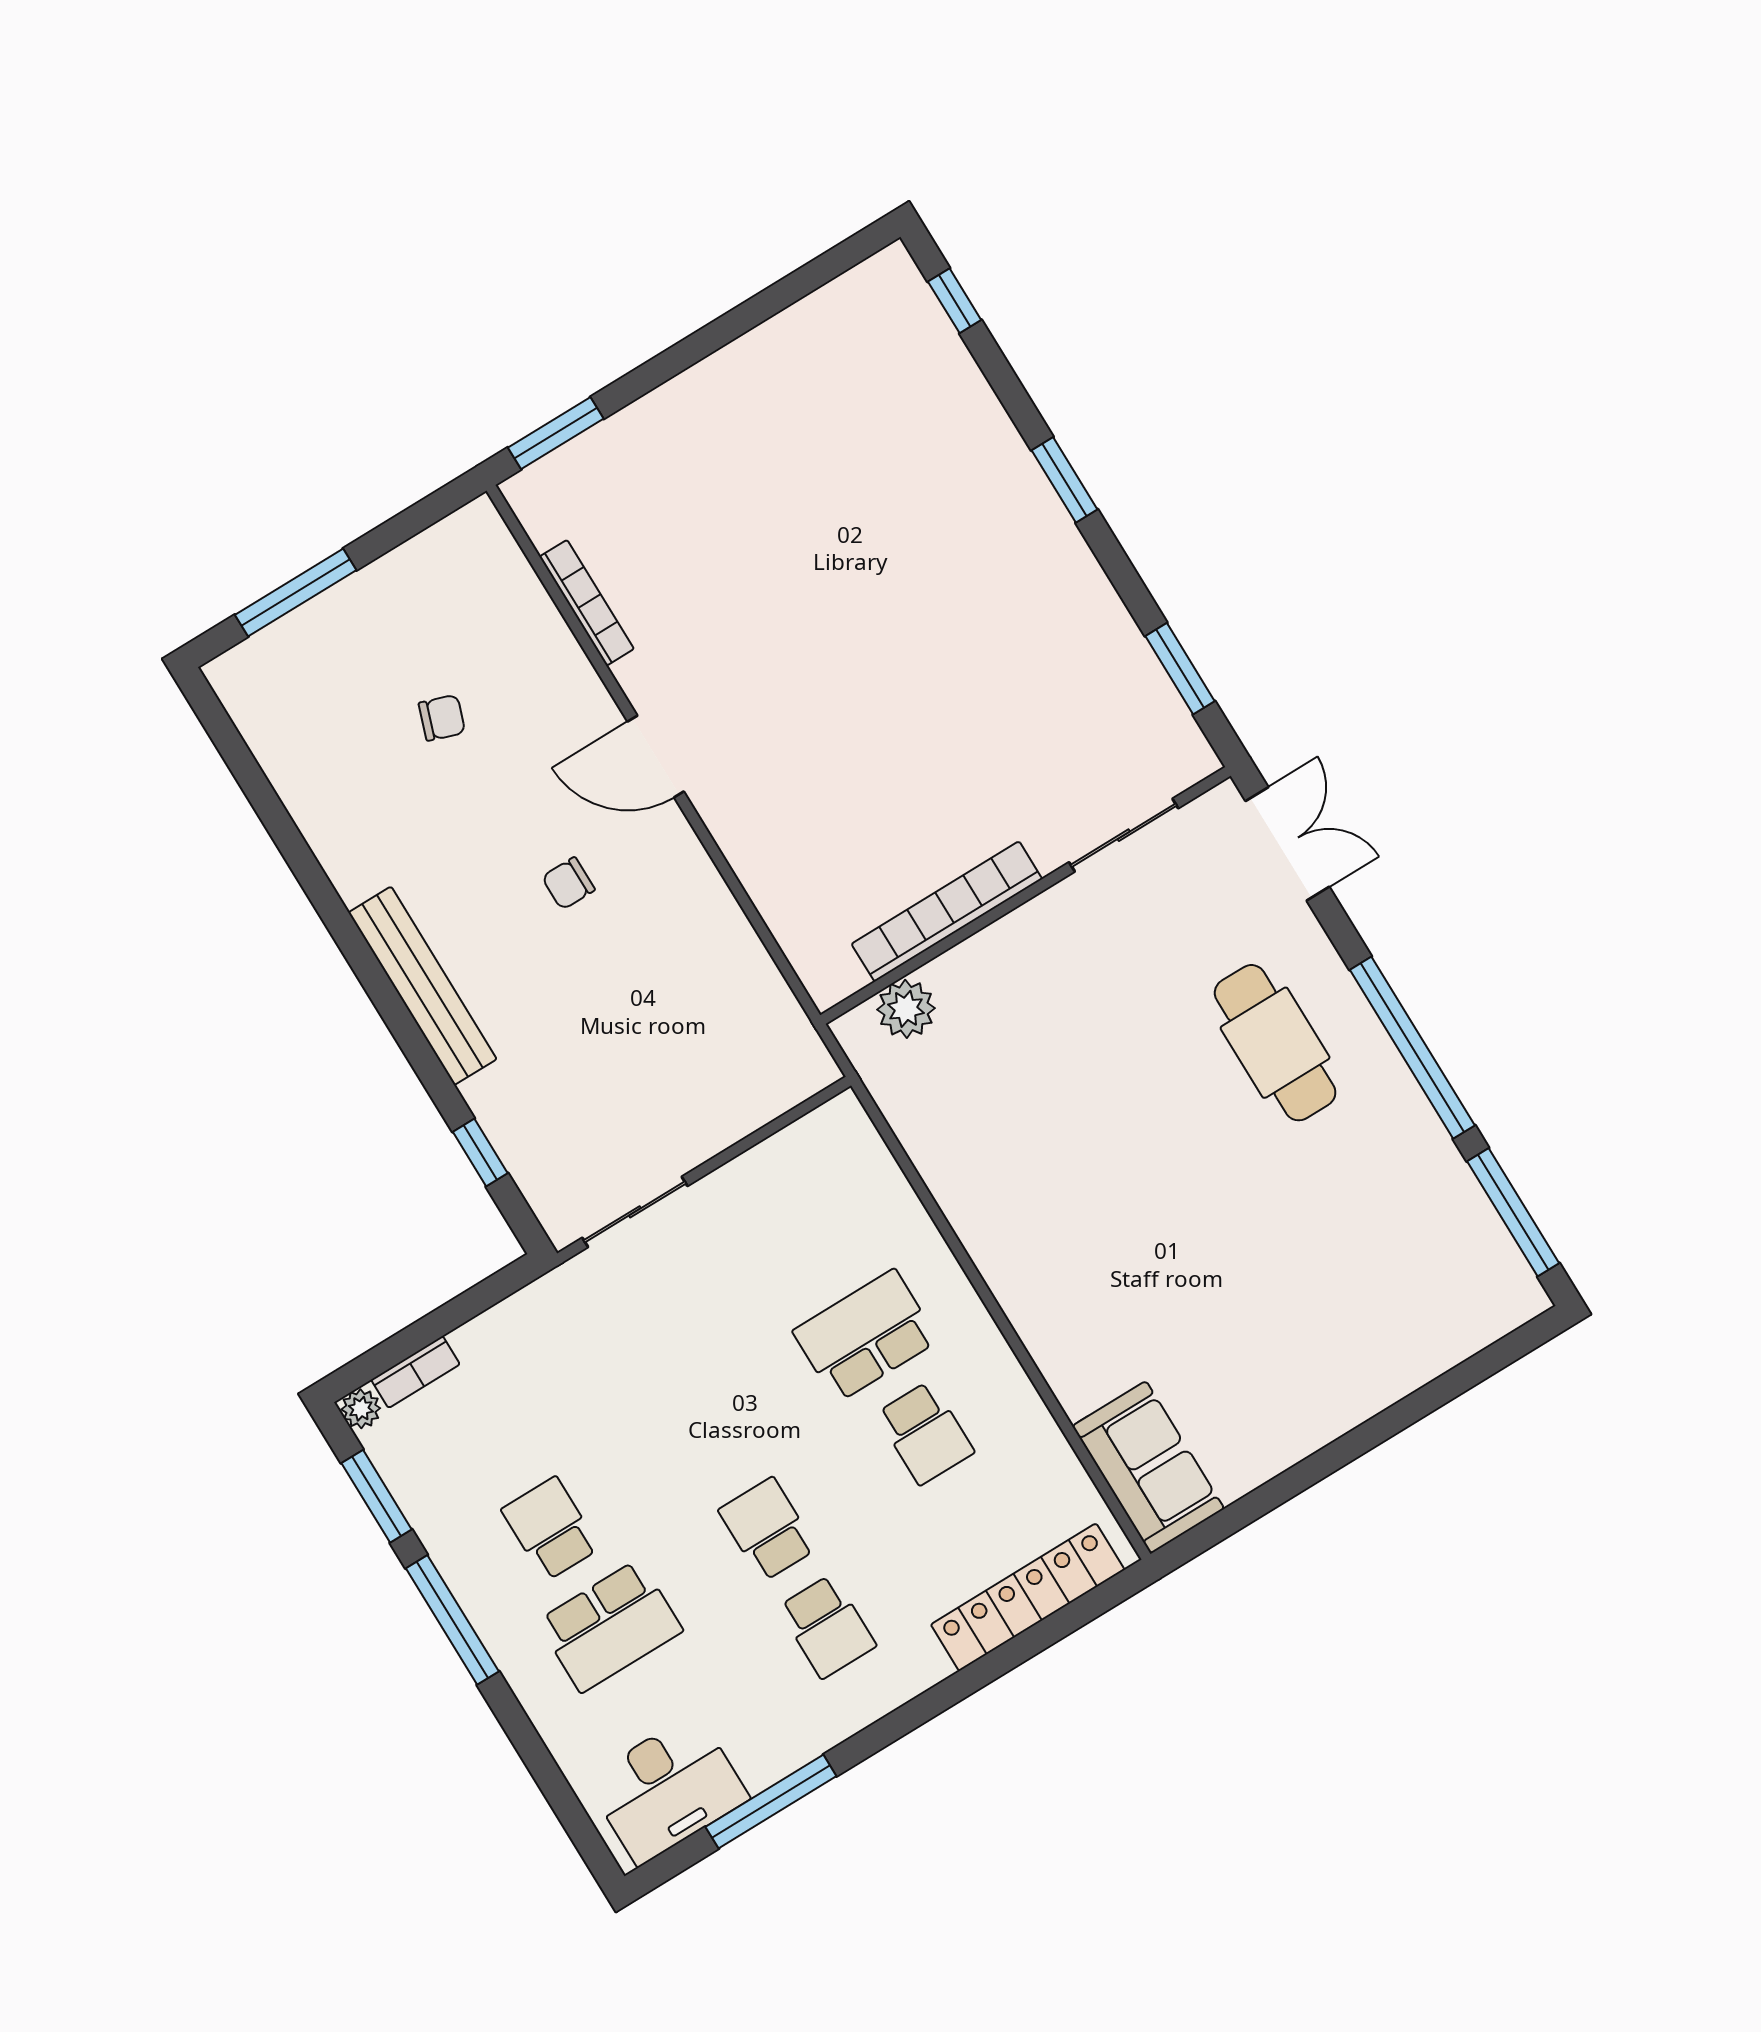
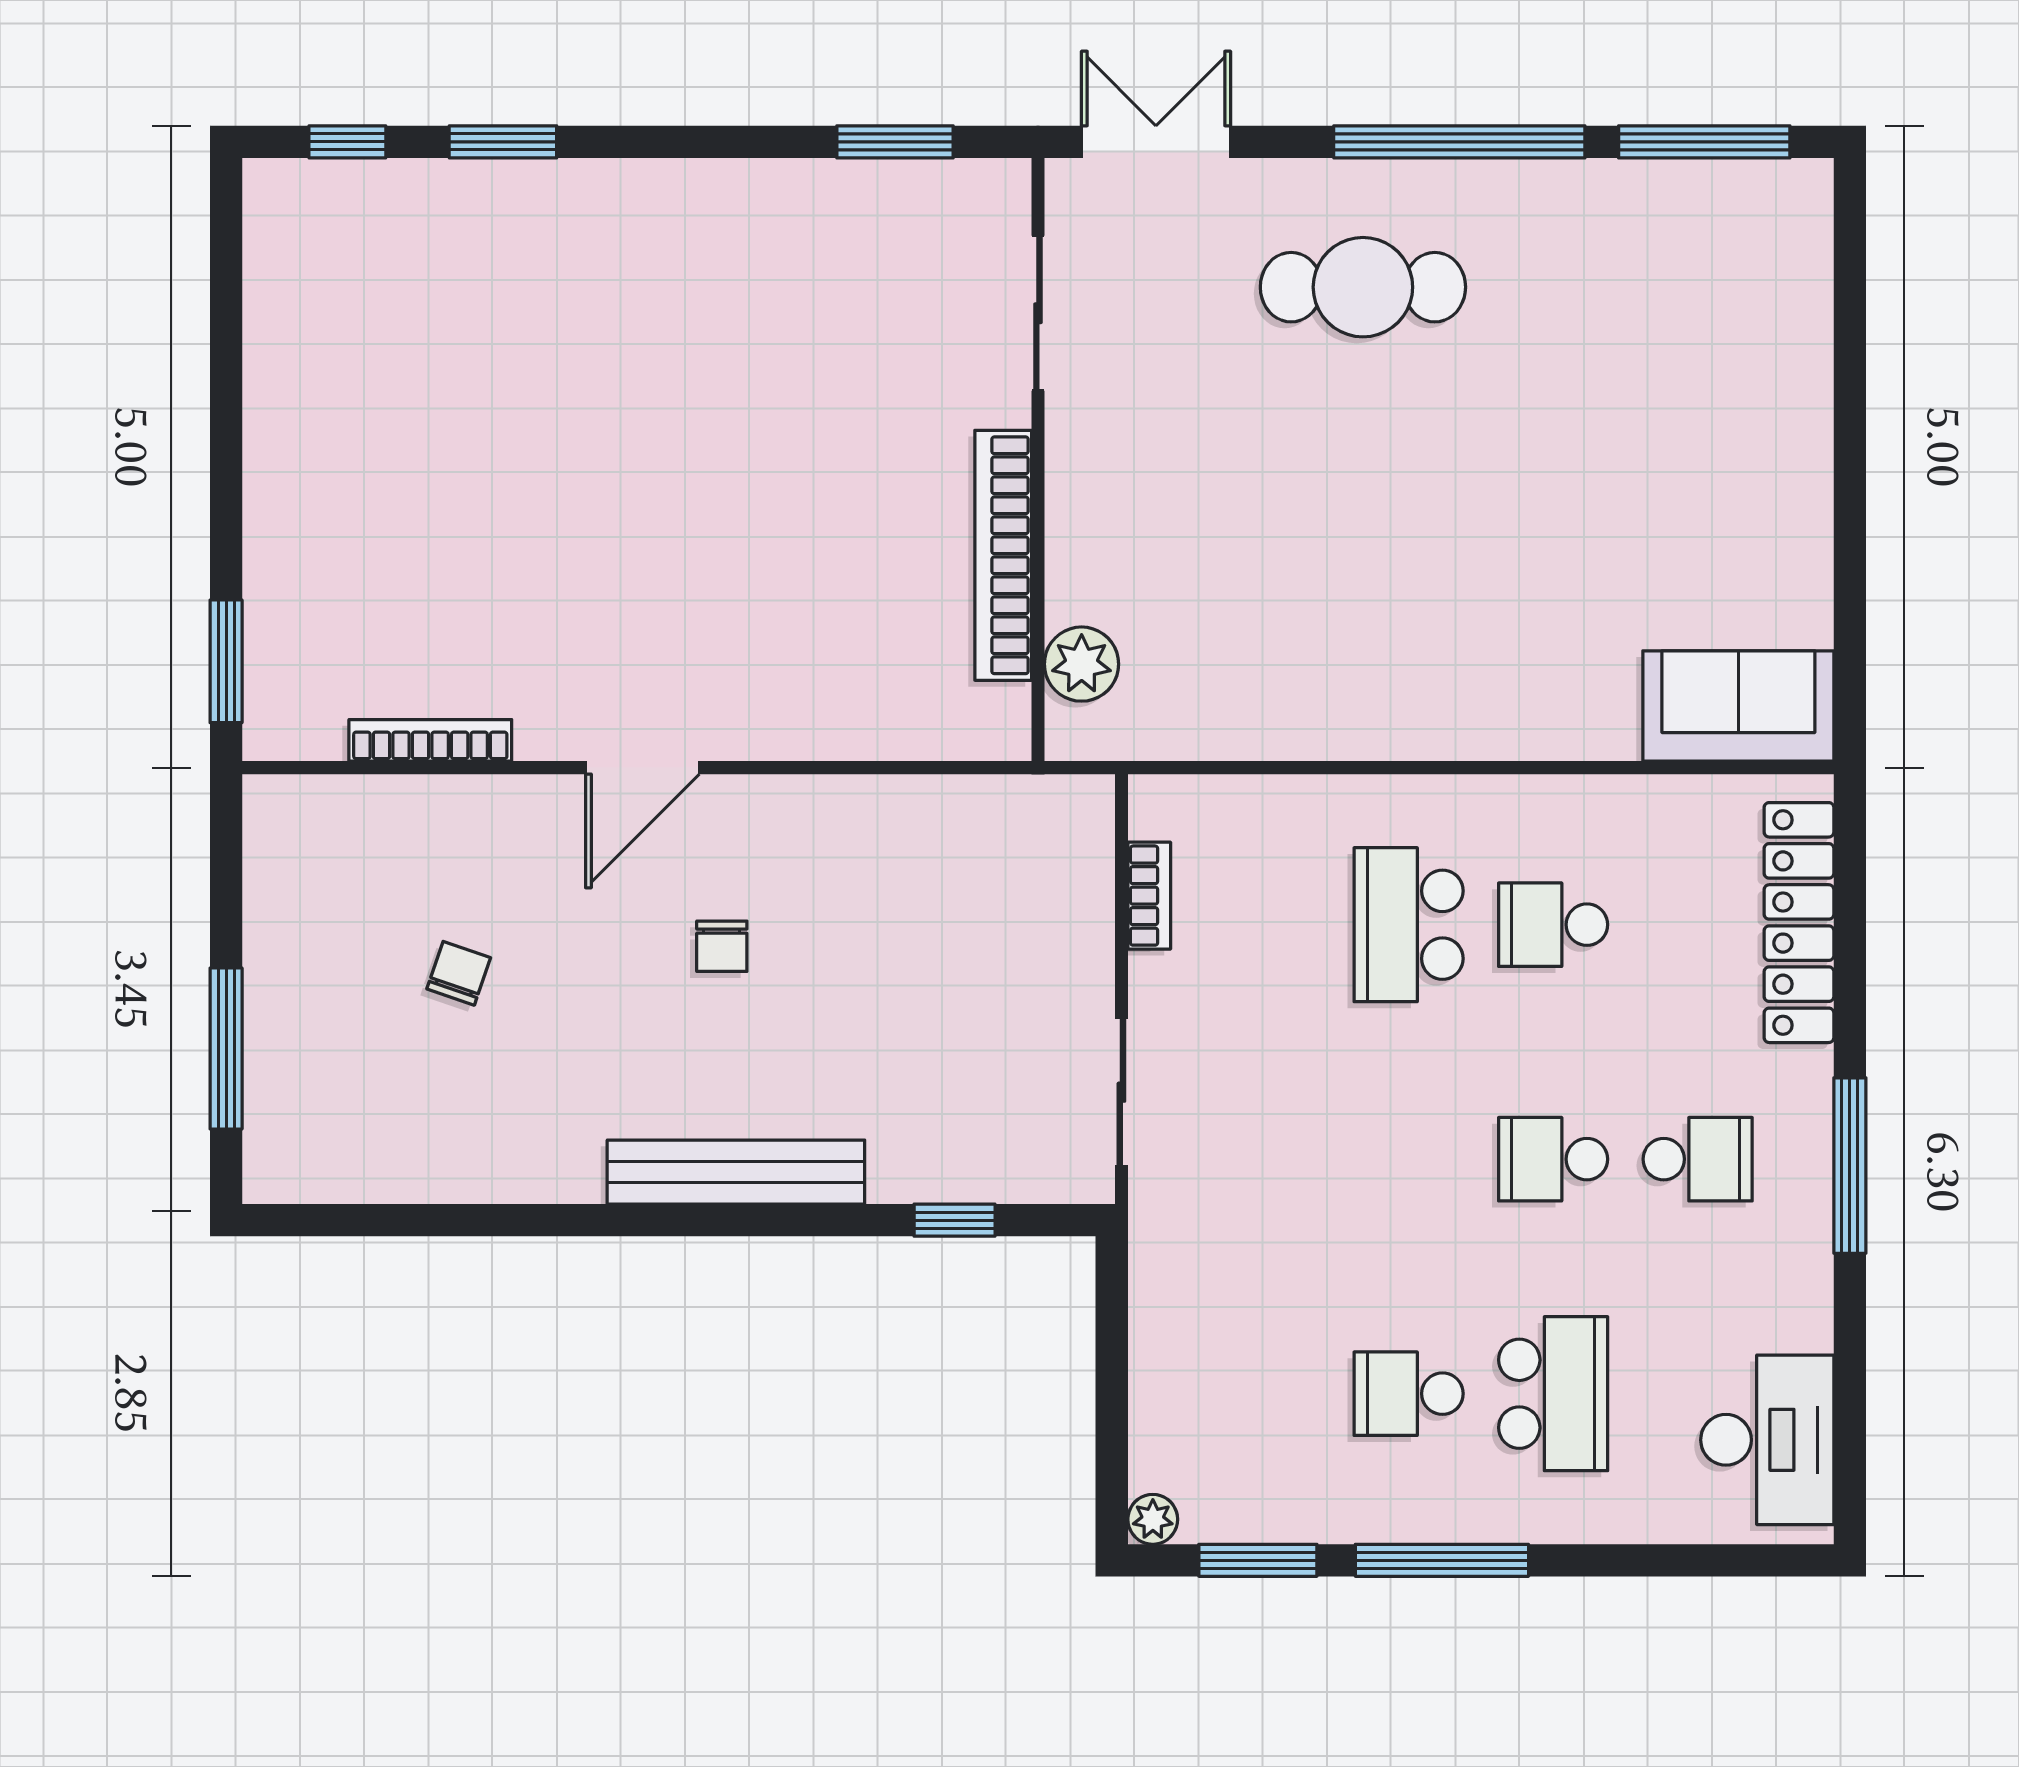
window: (1064, 480) -> (503, 142), moved
bookcase: (415, 1372) -> (1149, 896), moved
school desk: (925, 1433) -> (1553, 925), turned 180
window: (771, 1802) -> (1850, 1166), moved

